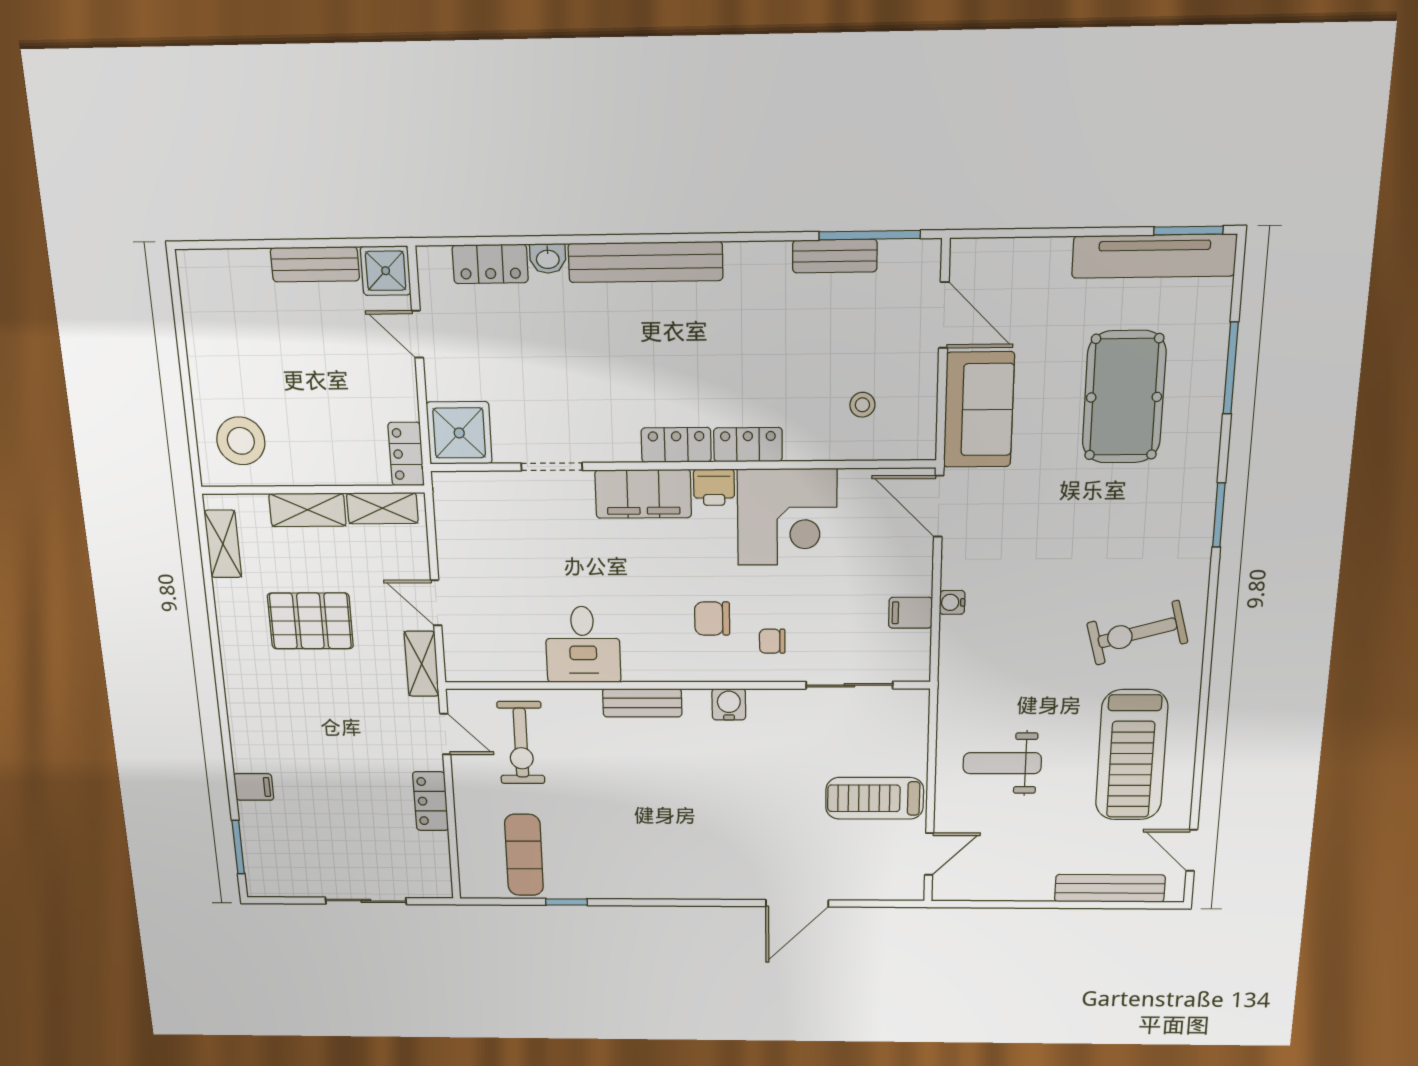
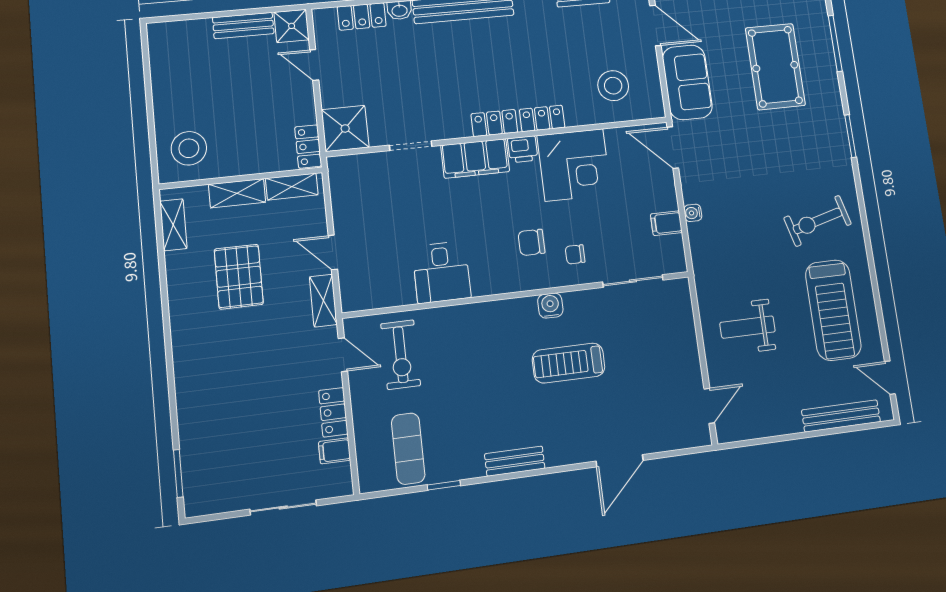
stool: (862, 405) -> (613, 86), width x1.89, depth x1.89
pallet: (310, 621) -> (239, 277), turned 90
bench: (642, 703) -> (515, 461), moved
filing cabinet: (254, 787) -> (335, 451), moved, turned 180
treadmill: (875, 798) -> (569, 363), moved

